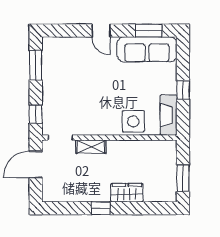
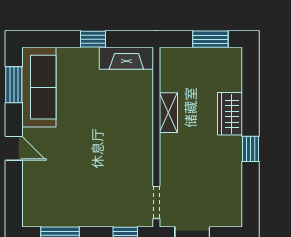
door: (101, 31) -> (14, 148), hinge flipped
side table: (133, 121) -> (135, 105), removed
shelving: (91, 147) -> (168, 113), moved

